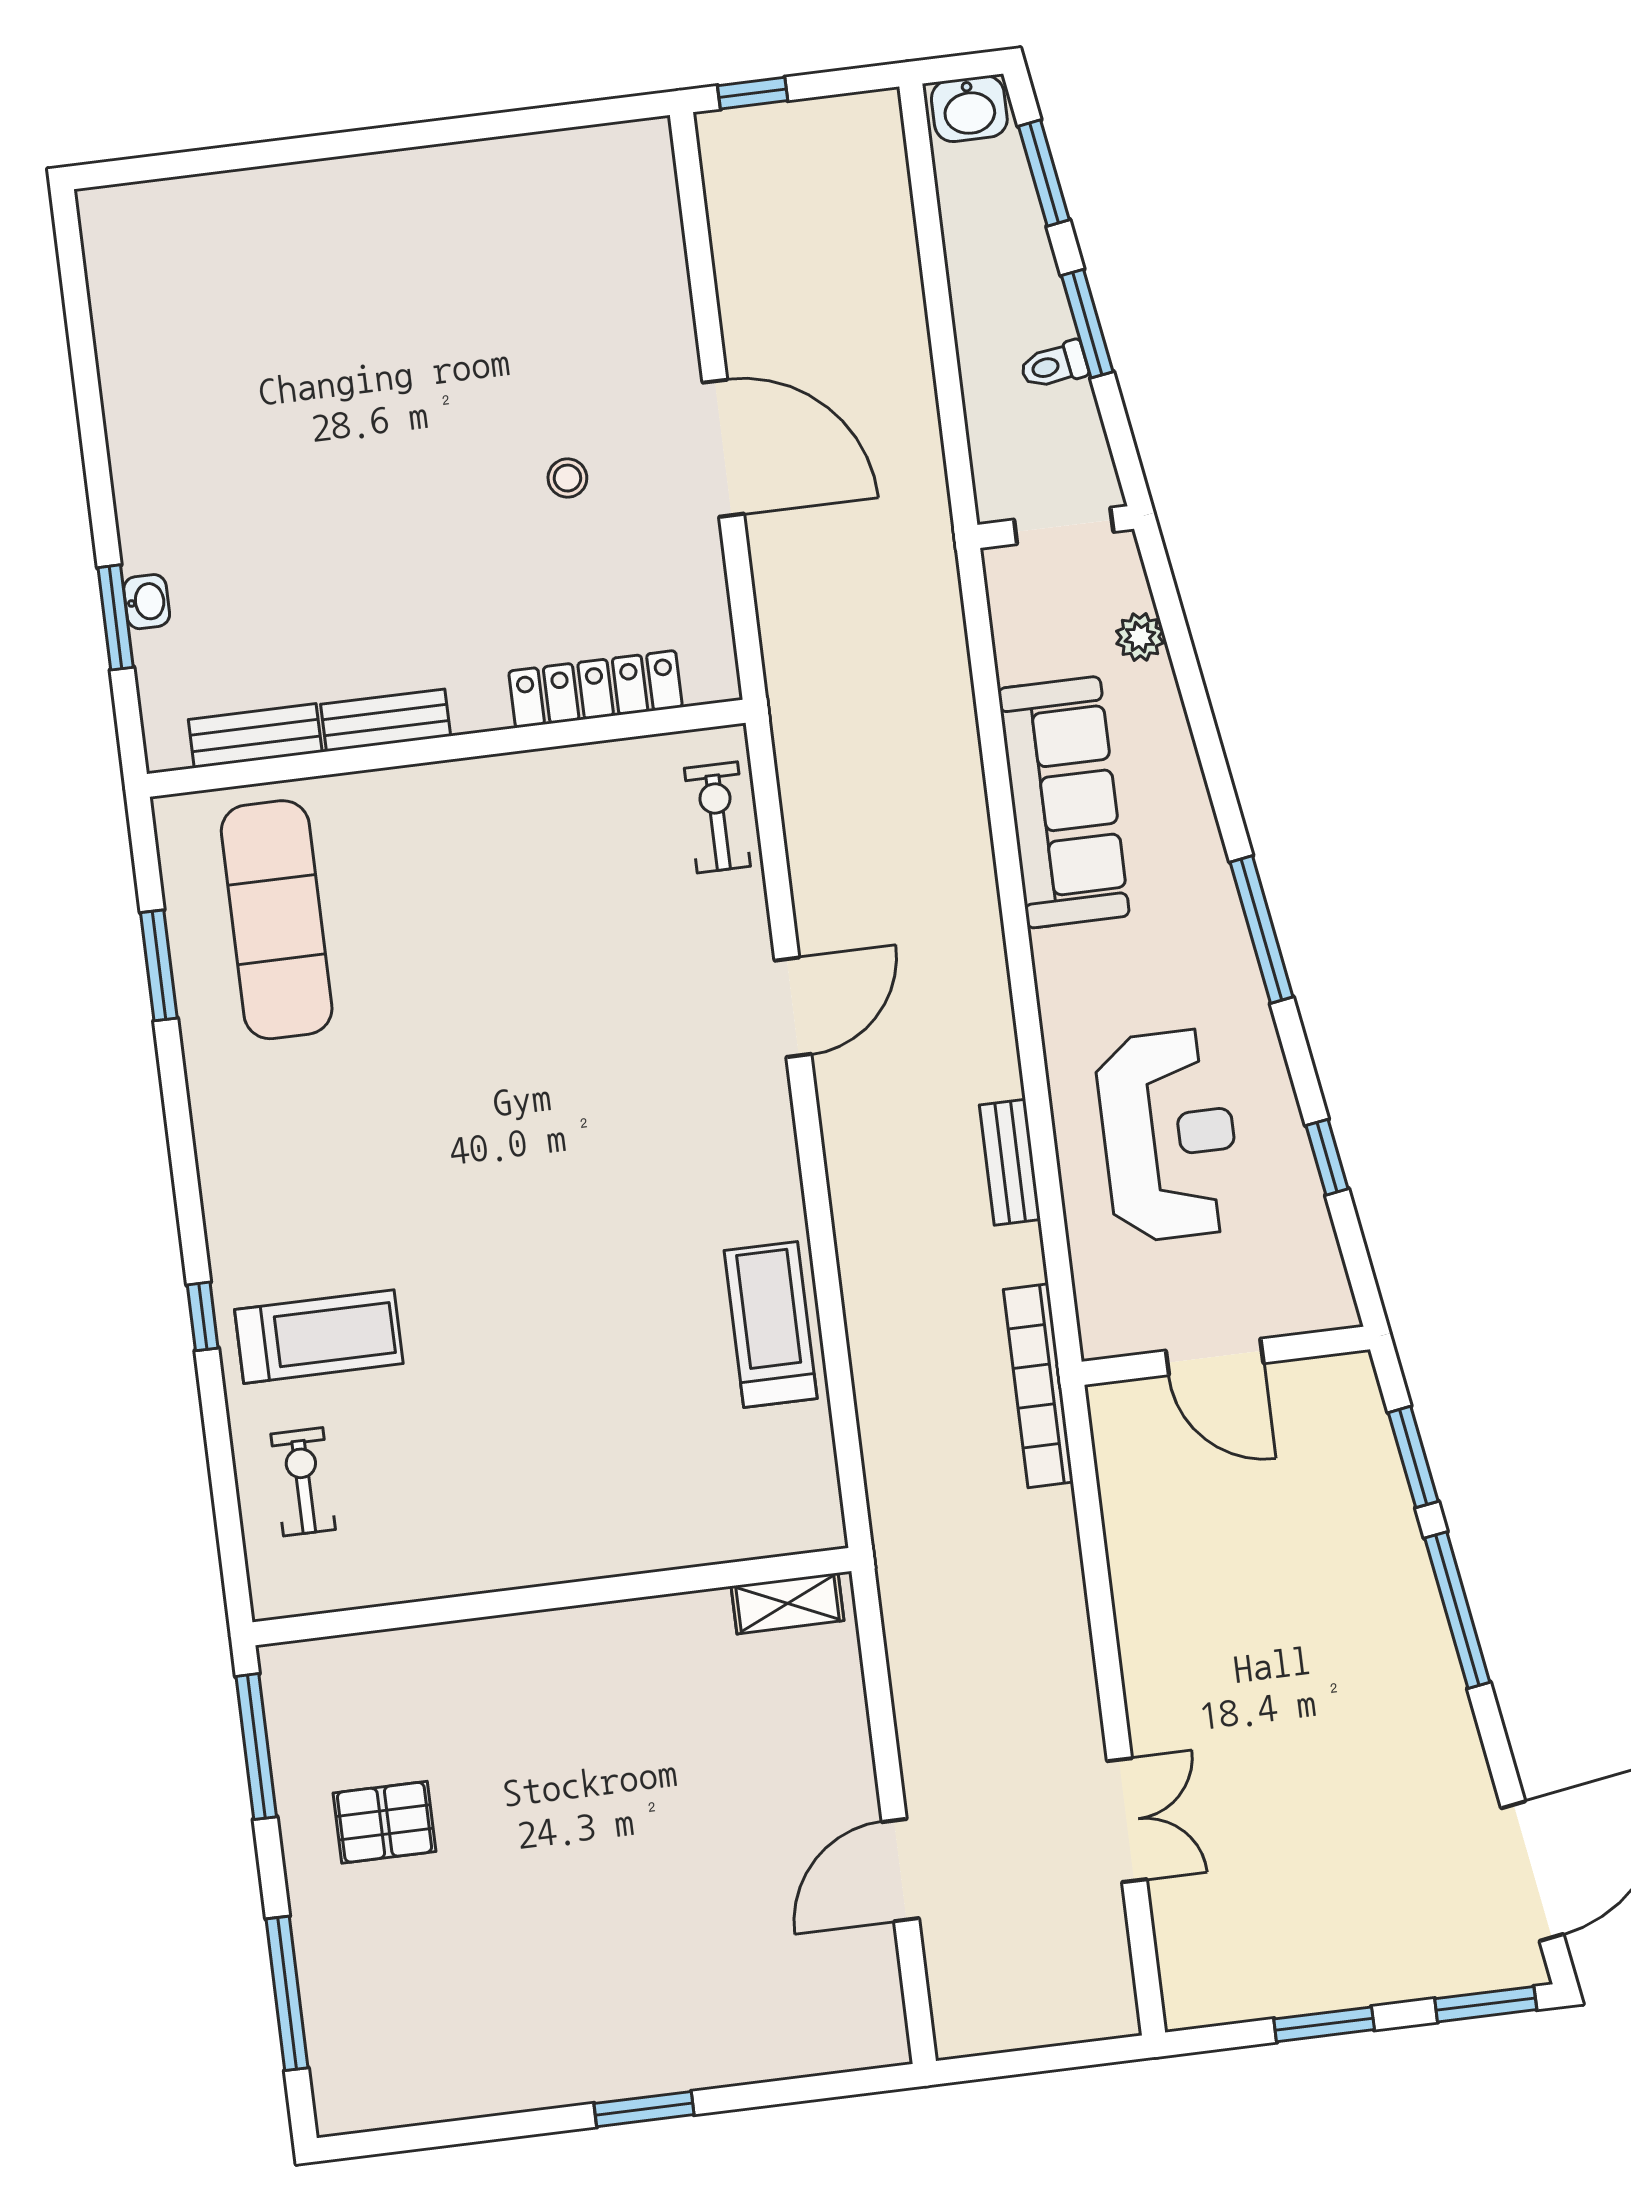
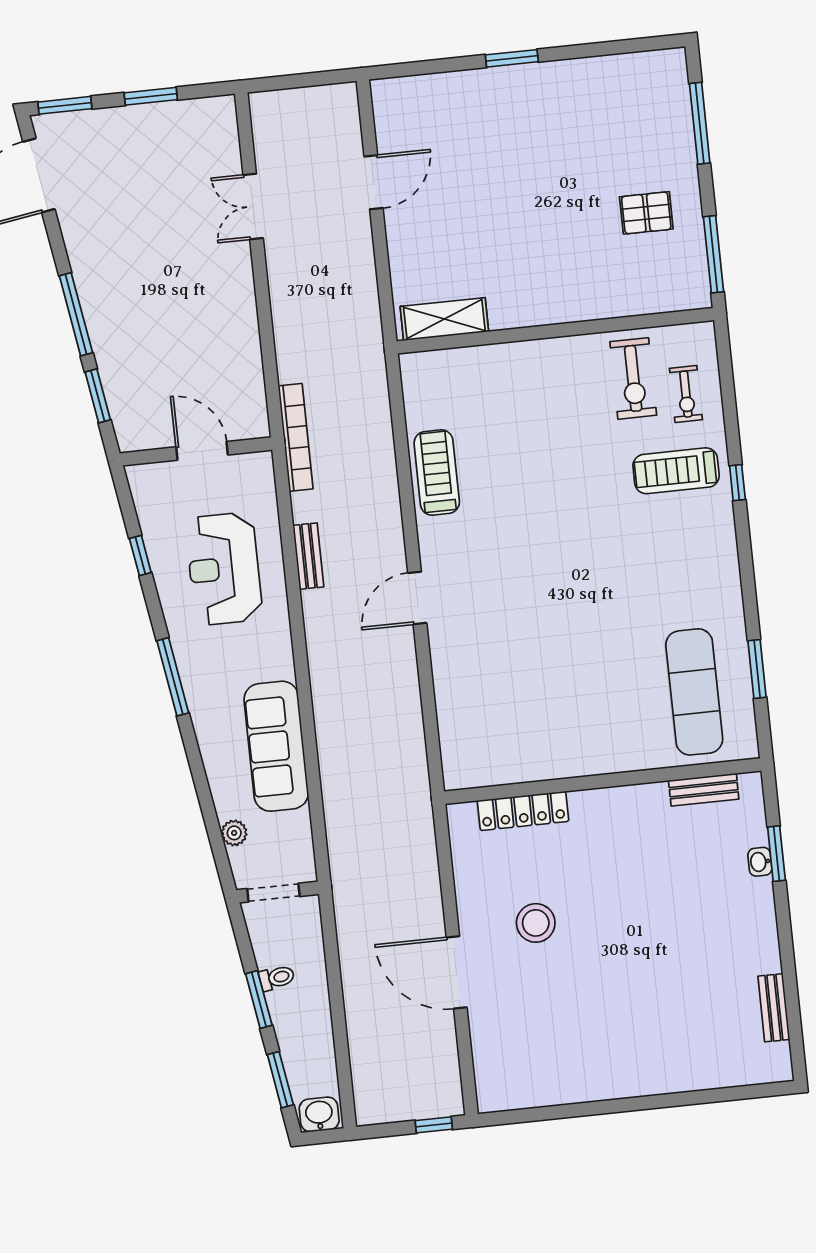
door: (723, 448) -> (457, 972), moved
stool: (567, 478) -> (536, 923), width x1.89, depth x1.89
bench: (386, 720) -> (774, 1008), moved, turned 90
exercise bike: (717, 817) -> (633, 378), moved, width x1.38, depth x1.39
door: (793, 1007) -> (417, 598), moved
treadmill: (771, 1325) -> (437, 473), turned 180
shelving: (787, 1603) -> (444, 319), width x1.50, depth x1.33

